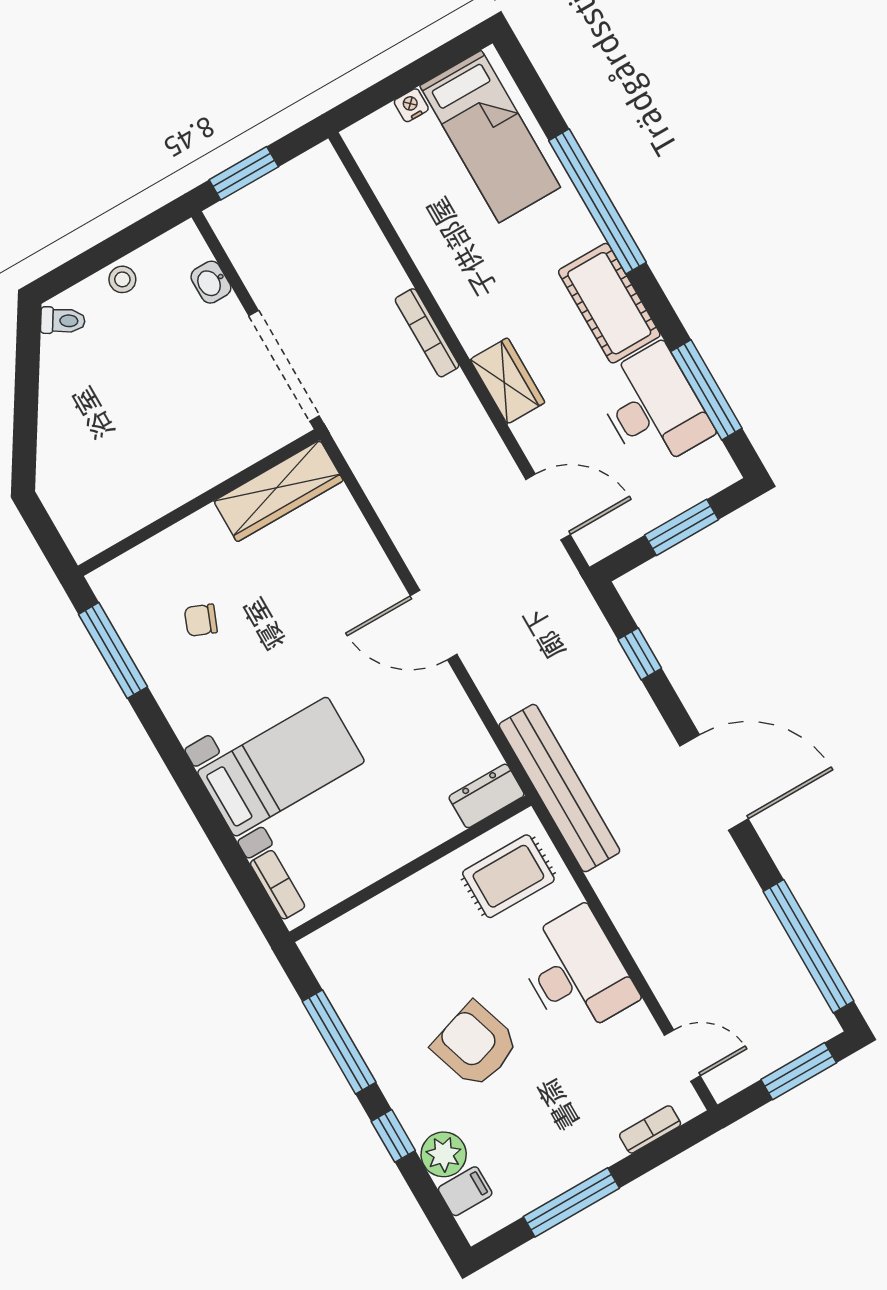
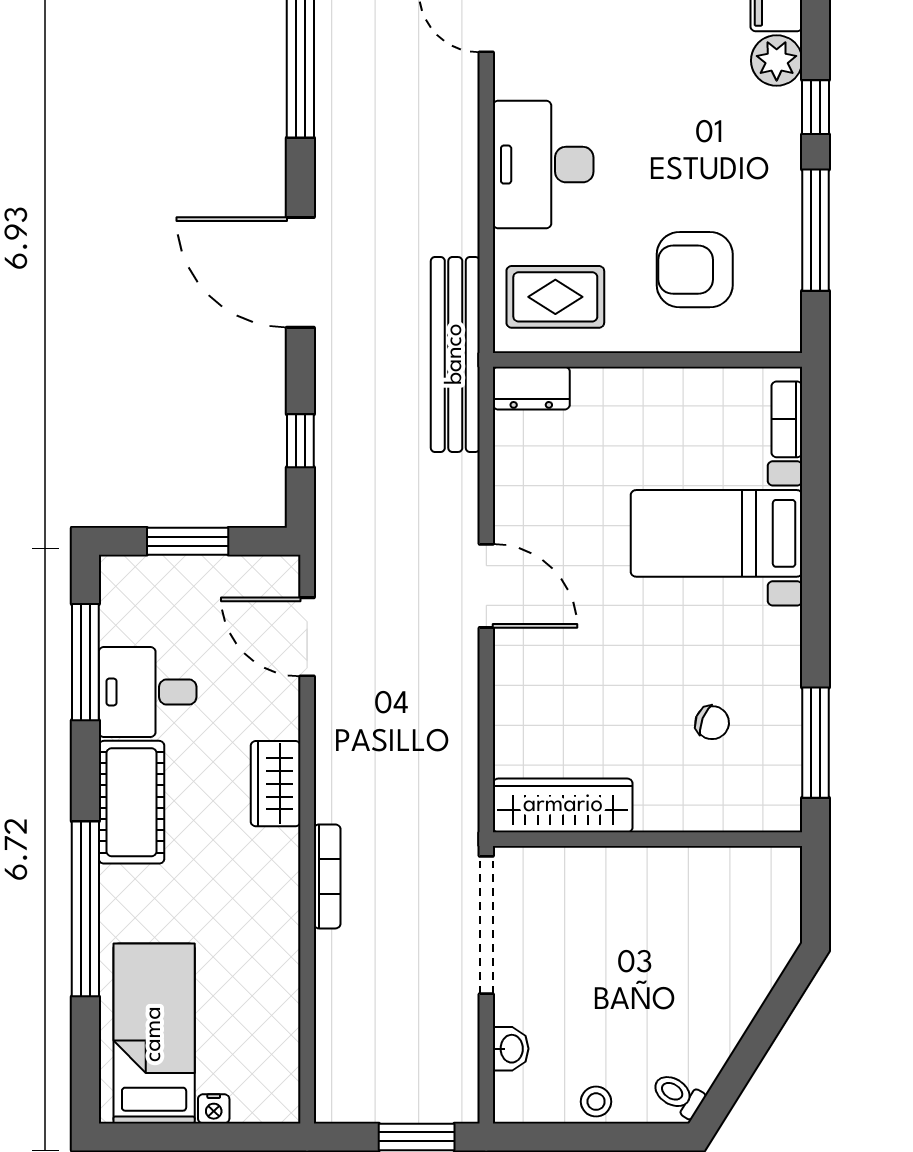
desk: (653, 407) -> (148, 692), width x0.73
armchair: (475, 1045) -> (695, 270), moved, turned 108

